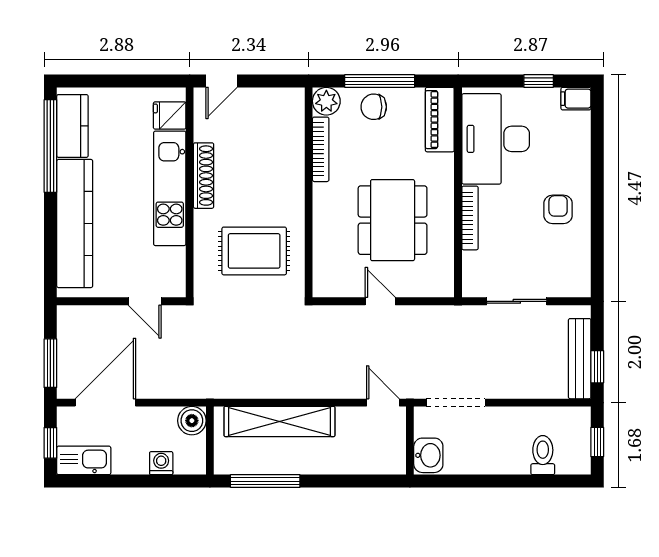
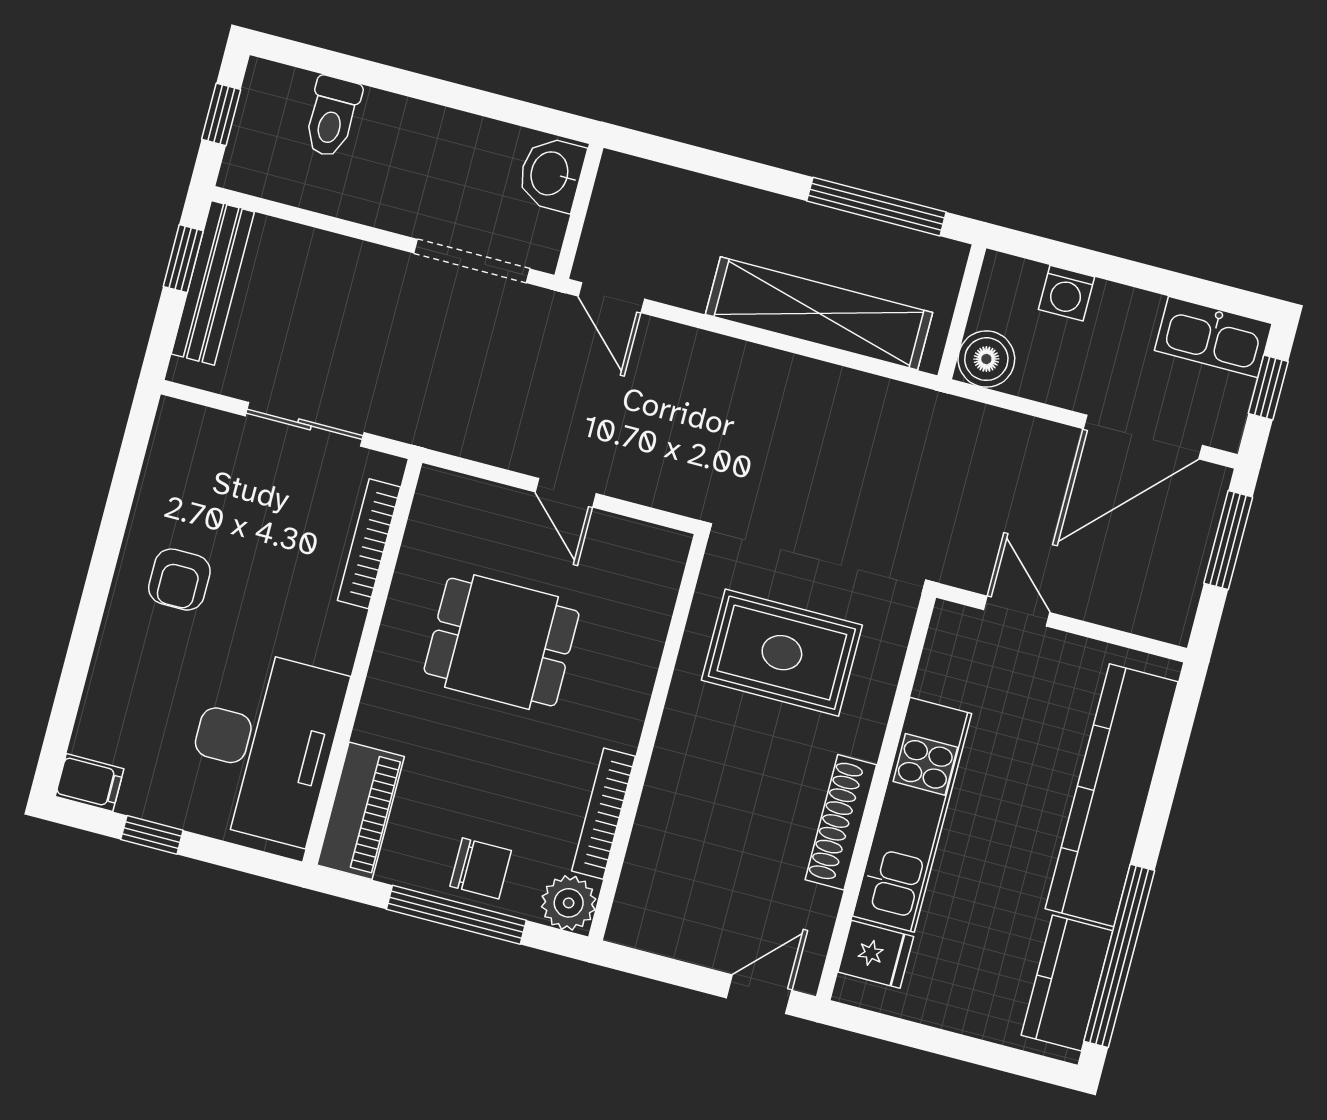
bookcase: (470, 218) -> (369, 544), moved
dining table: (393, 220) -> (502, 642), width x0.73

